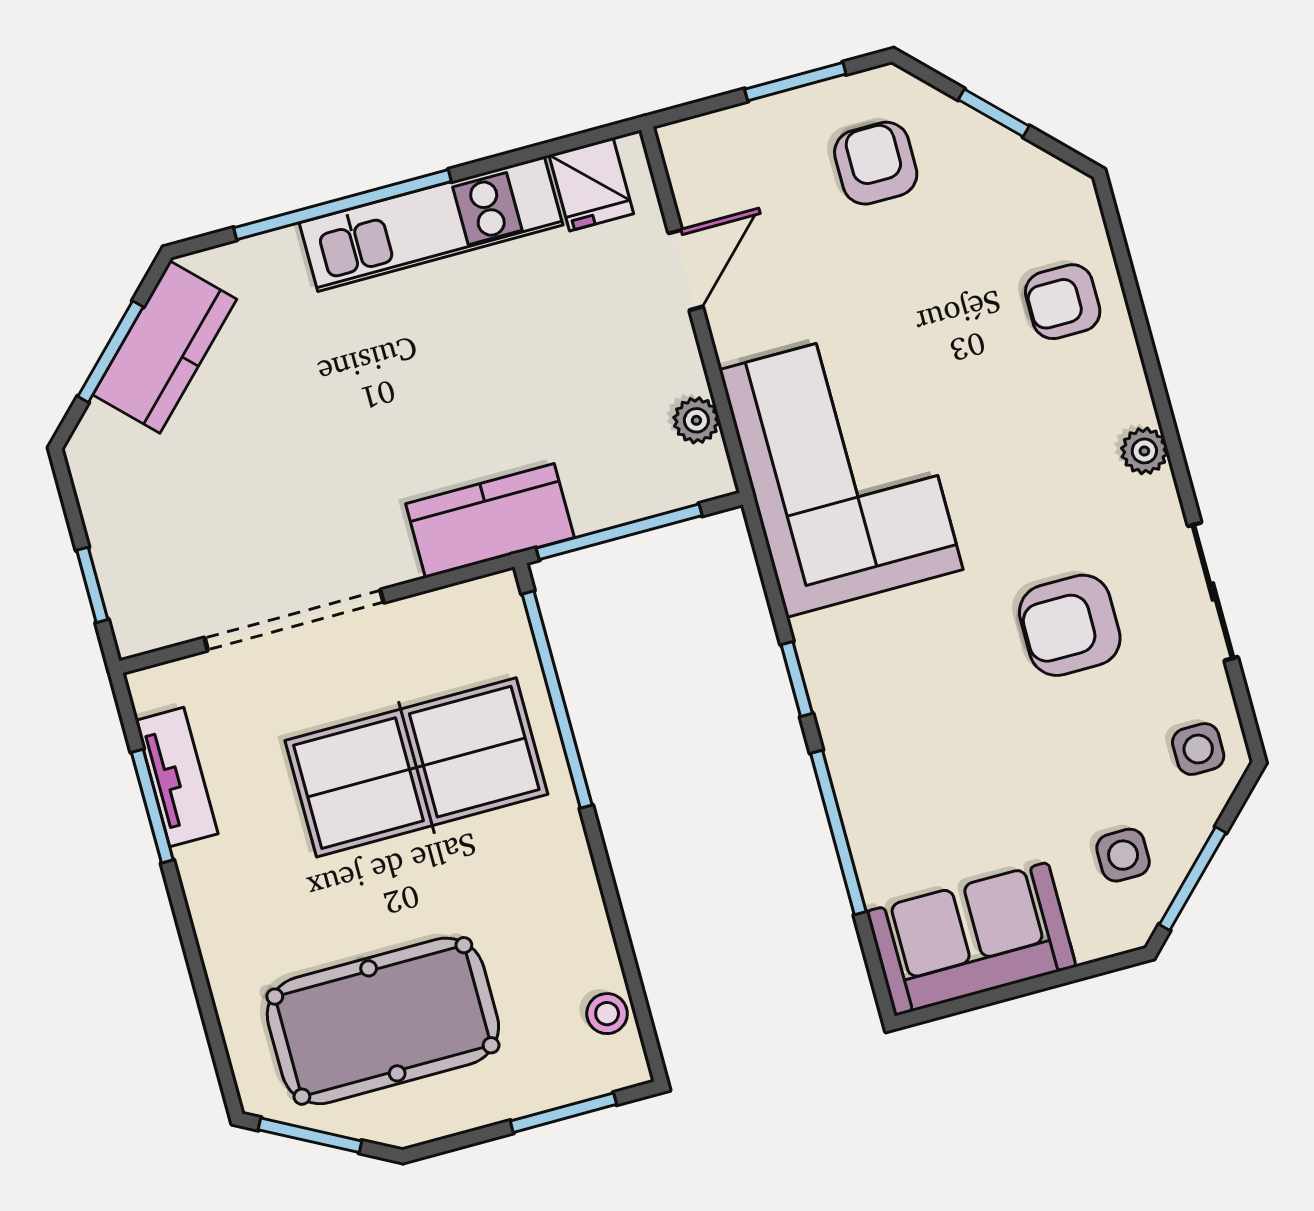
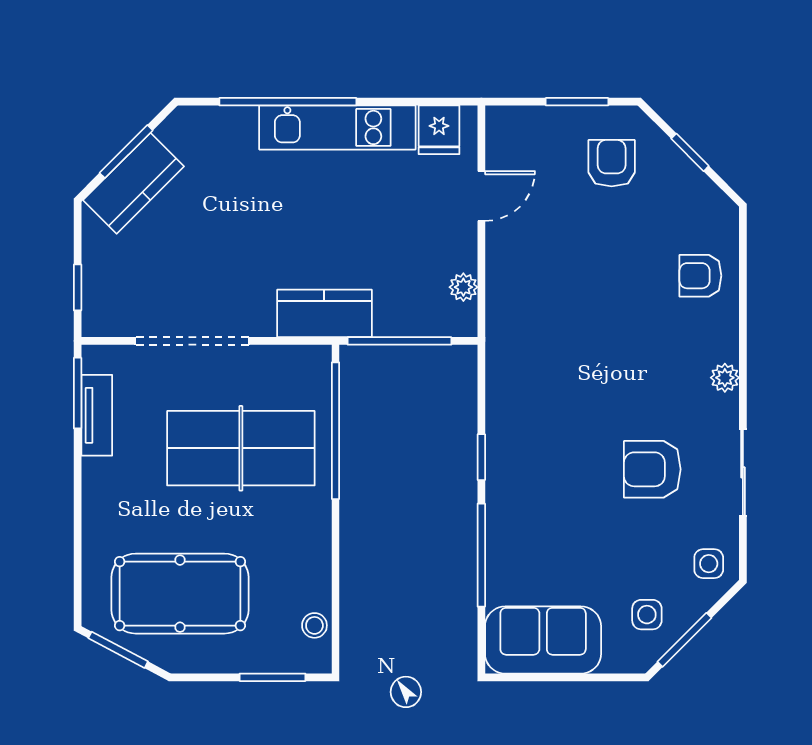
kitchen counter: (165, 347) -> (134, 183), moved
corner sofa: (841, 470) -> (541, 340), removed
window: (152, 806) -> (78, 393), moved

